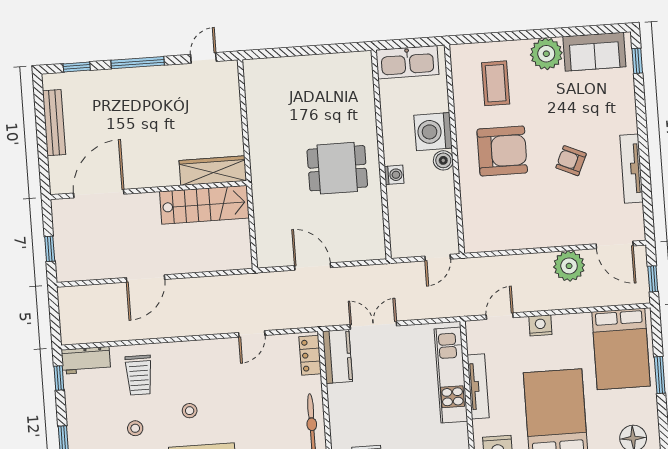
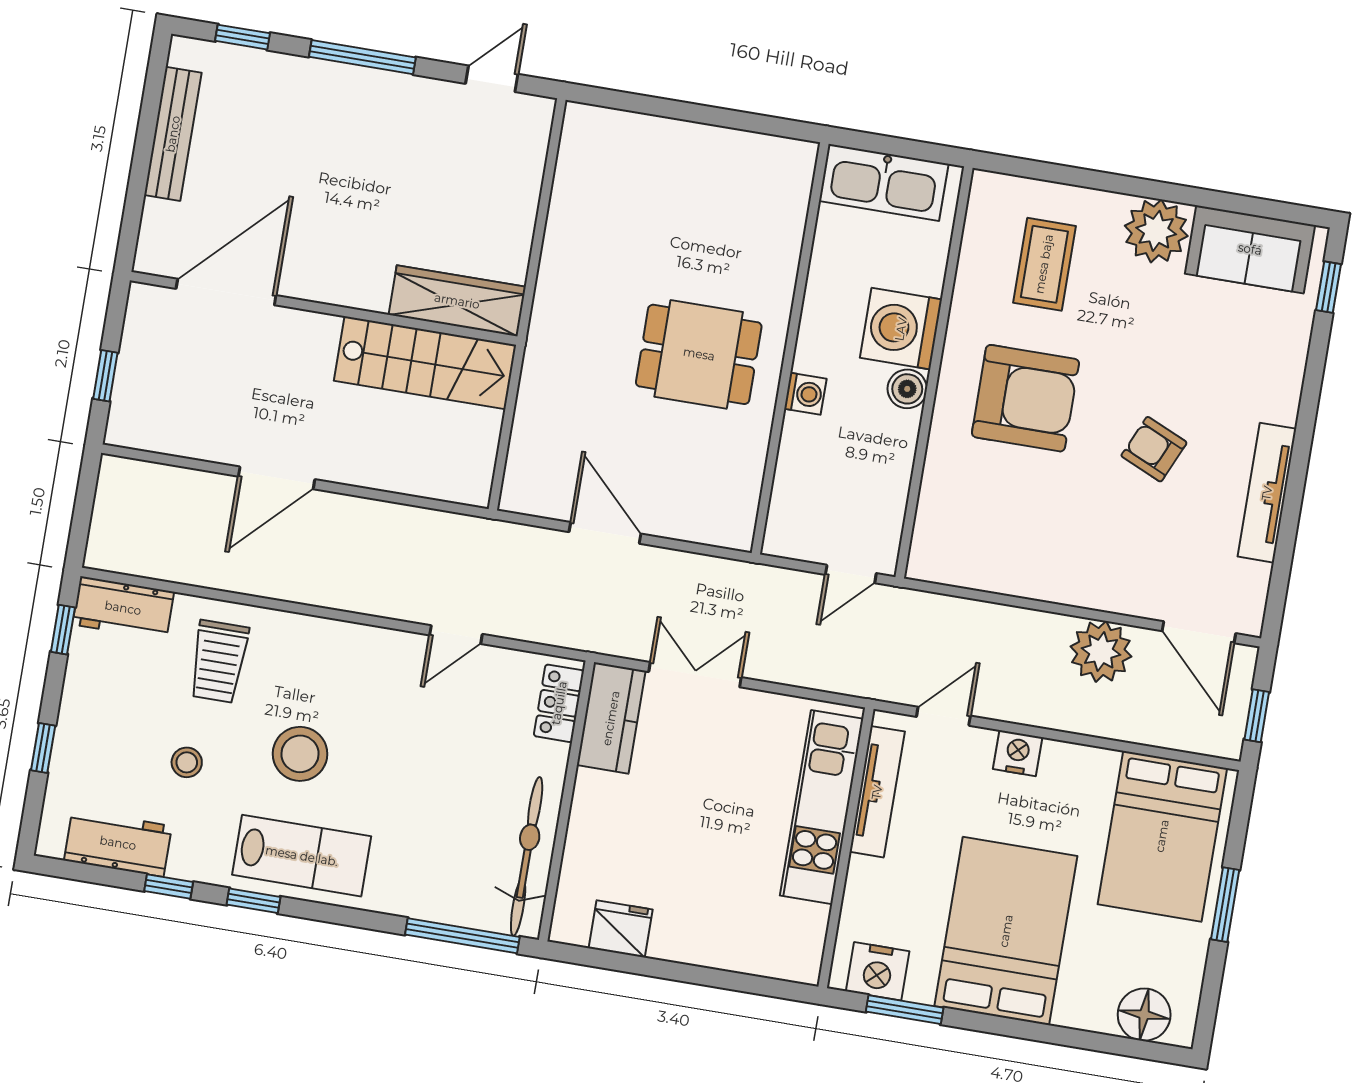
tv unit: (478, 386) -> (877, 792), moved
stool: (190, 411) -> (300, 754), width x1.89, depth x1.89

